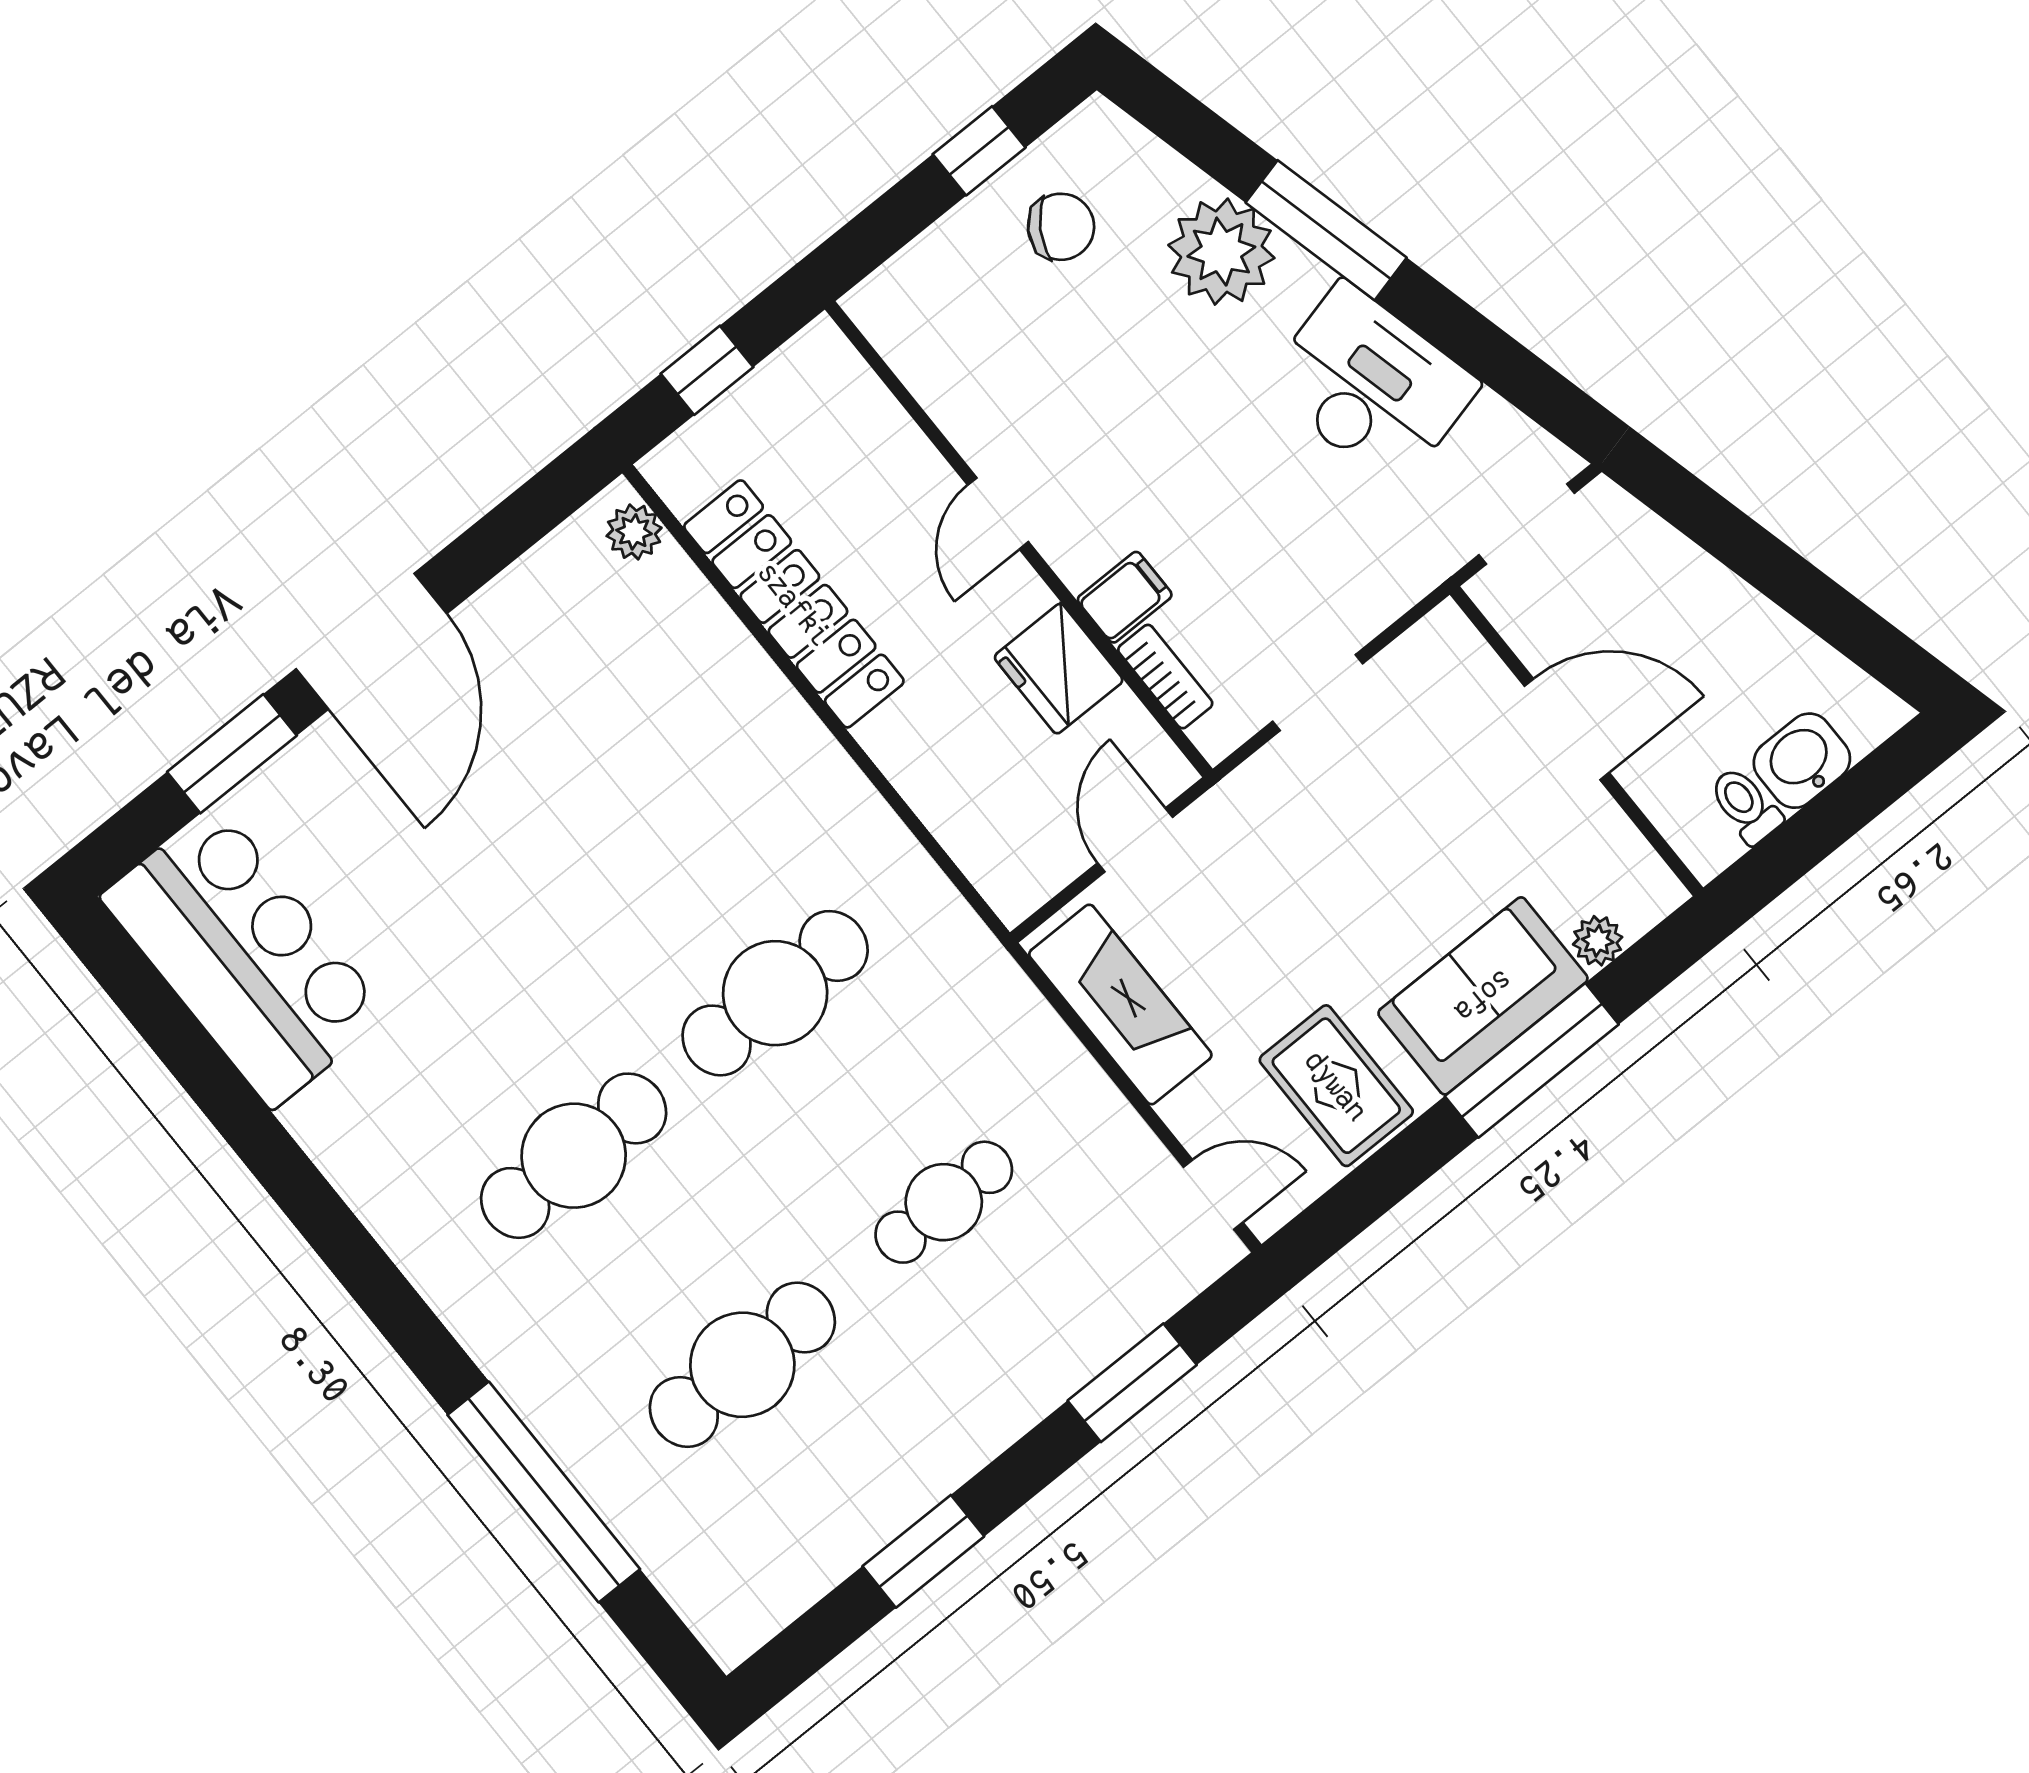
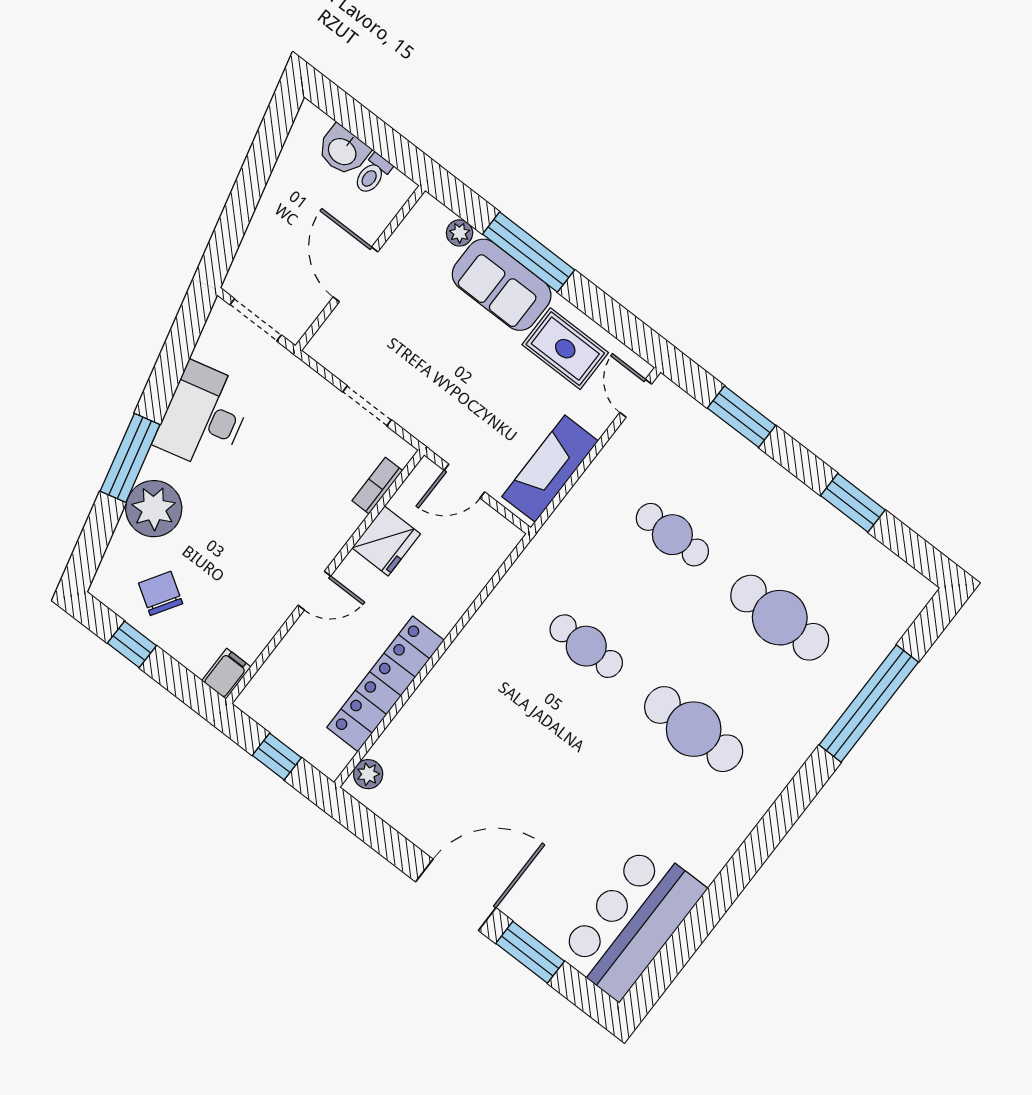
filing cabinet: (1125, 597) -> (226, 674), moved, turned 90
cafe table: (775, 993) -> (586, 646), width x0.73, depth x0.74
rug: (1336, 1086) -> (565, 349), turned 90

